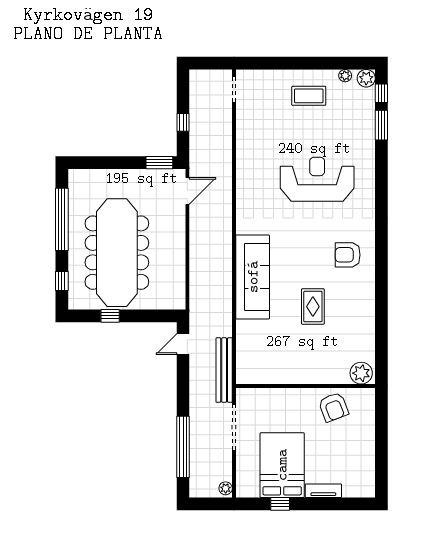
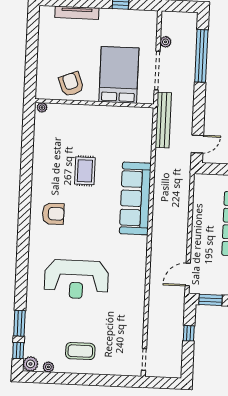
plant: (361, 373) -> (42, 107), width x0.53, depth x0.53
bed: (282, 465) -> (119, 75), moved, turned 180
plant: (226, 488) -> (166, 42), moved
tv unit: (323, 491) -> (77, 13), width x1.41

